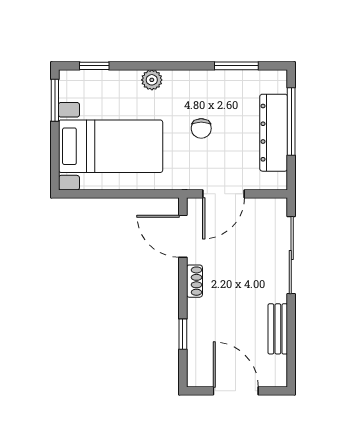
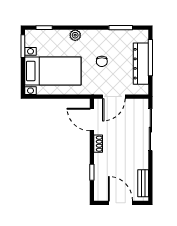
bench: (278, 329) -> (143, 183), moved

